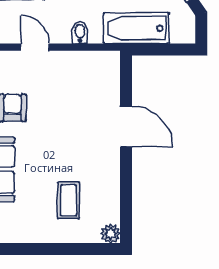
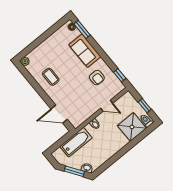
door: (126, 127) -> (59, 114), moved
coffee table: (68, 200) -> (51, 77), moved

